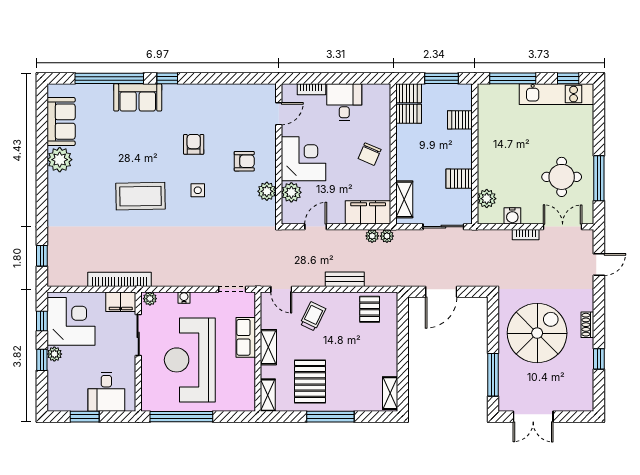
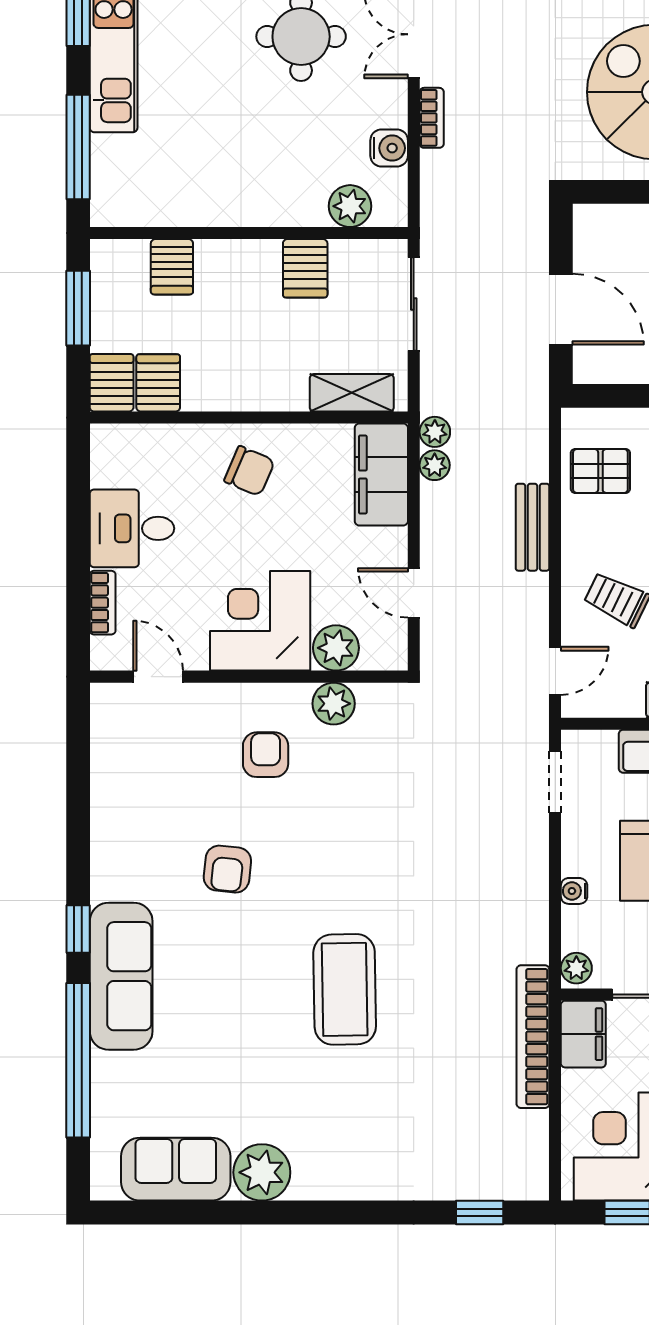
sofa: (138, 97) -> (121, 976), width x1.36
armchair: (194, 144) -> (227, 869), turned -84
side table: (198, 190) -> (331, 860), removed

